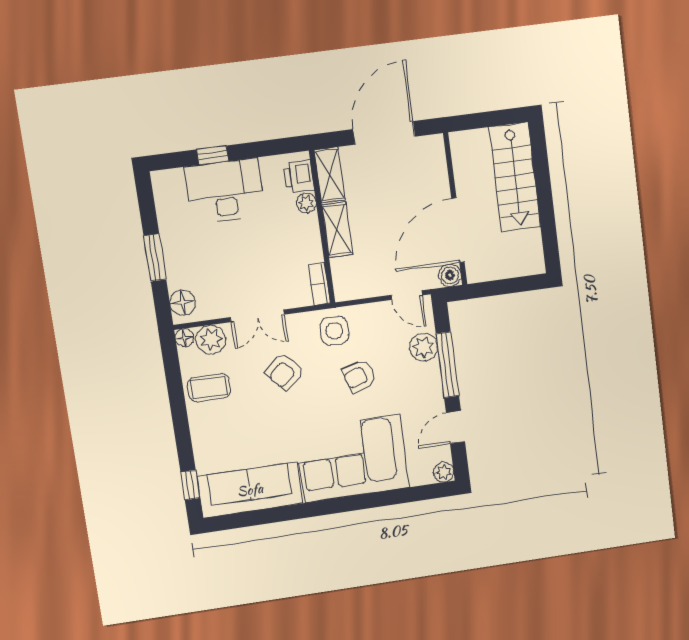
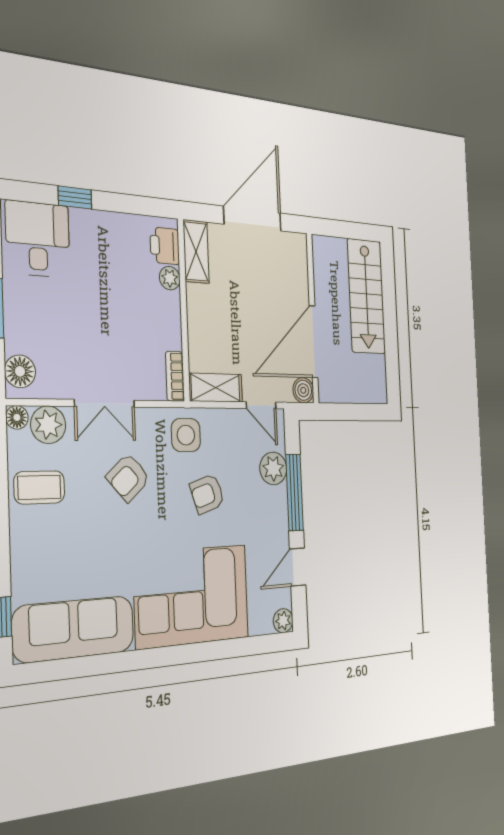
desk: (225, 191) -> (38, 239), moved, width x0.73
shelving: (337, 230) -> (216, 388), moved, turned 90

